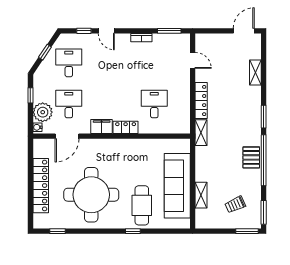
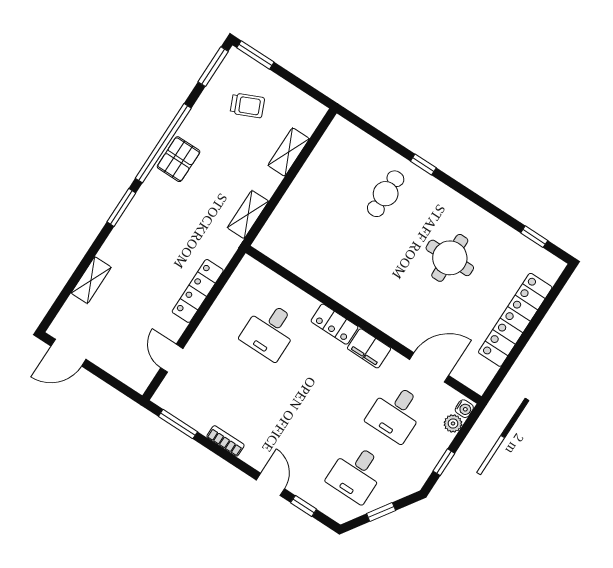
plant: (43, 112) -> (453, 423), width x0.53, depth x0.53
shelving: (201, 133) -> (248, 215), moved
sofa: (177, 186) -> (315, 189), removed
round table: (91, 195) -> (450, 258), width x0.54, depth x0.54
cafe table: (142, 205) -> (386, 194), width x0.73, depth x0.74

